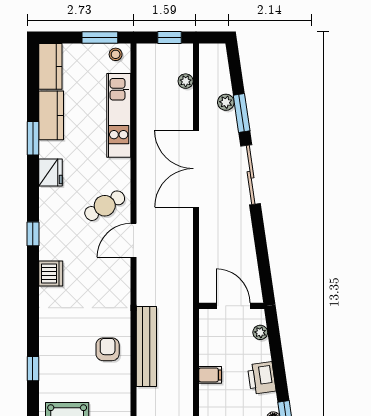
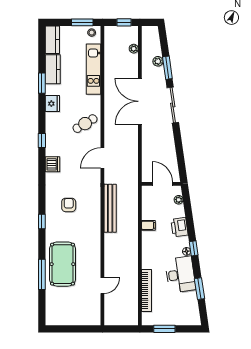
door: (133, 240) -> (102, 158), moved
armchair: (108, 349) -> (69, 205), moved

